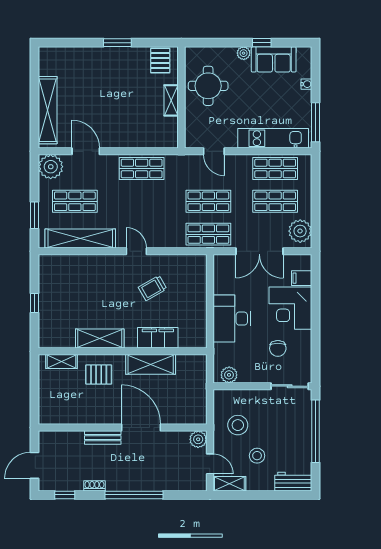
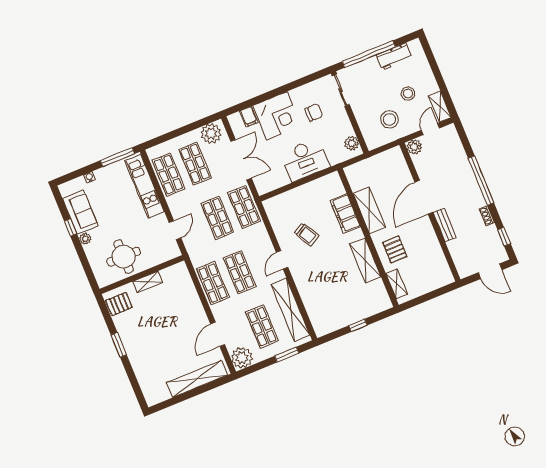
shop shelf: (142, 201) -> (240, 272), added
workbench: (293, 482) -> (394, 56), moved, turned -90

